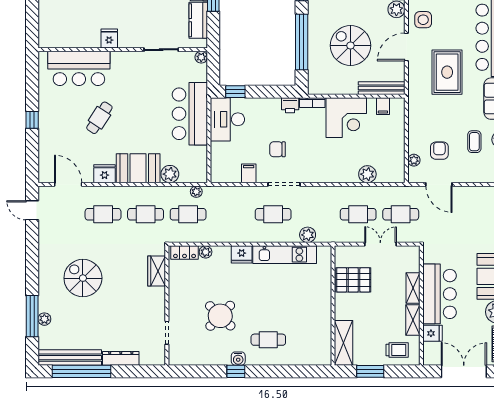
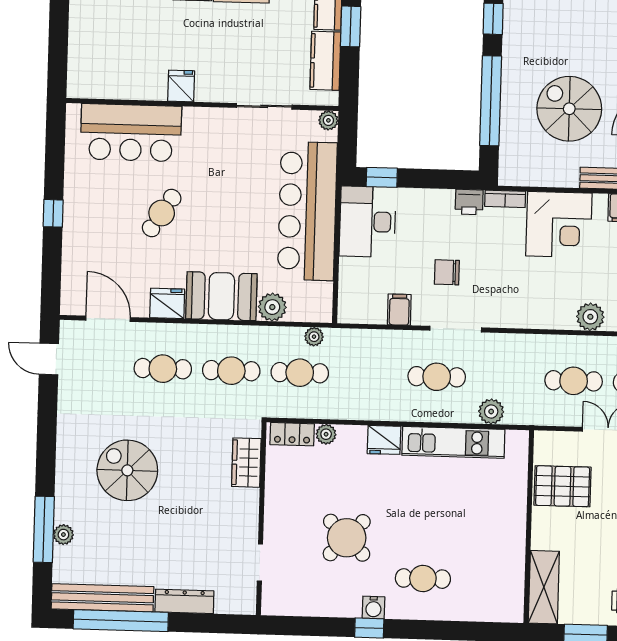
bar counter: (190, 114) -> (307, 211), width x1.36

